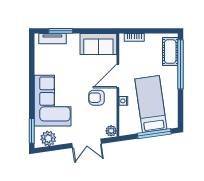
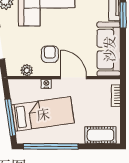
sofa: (98, 44) -> (109, 49), width x1.36
window: (181, 64) -> (51, 146), moved
plant: (111, 131) -> (27, 70), moved

